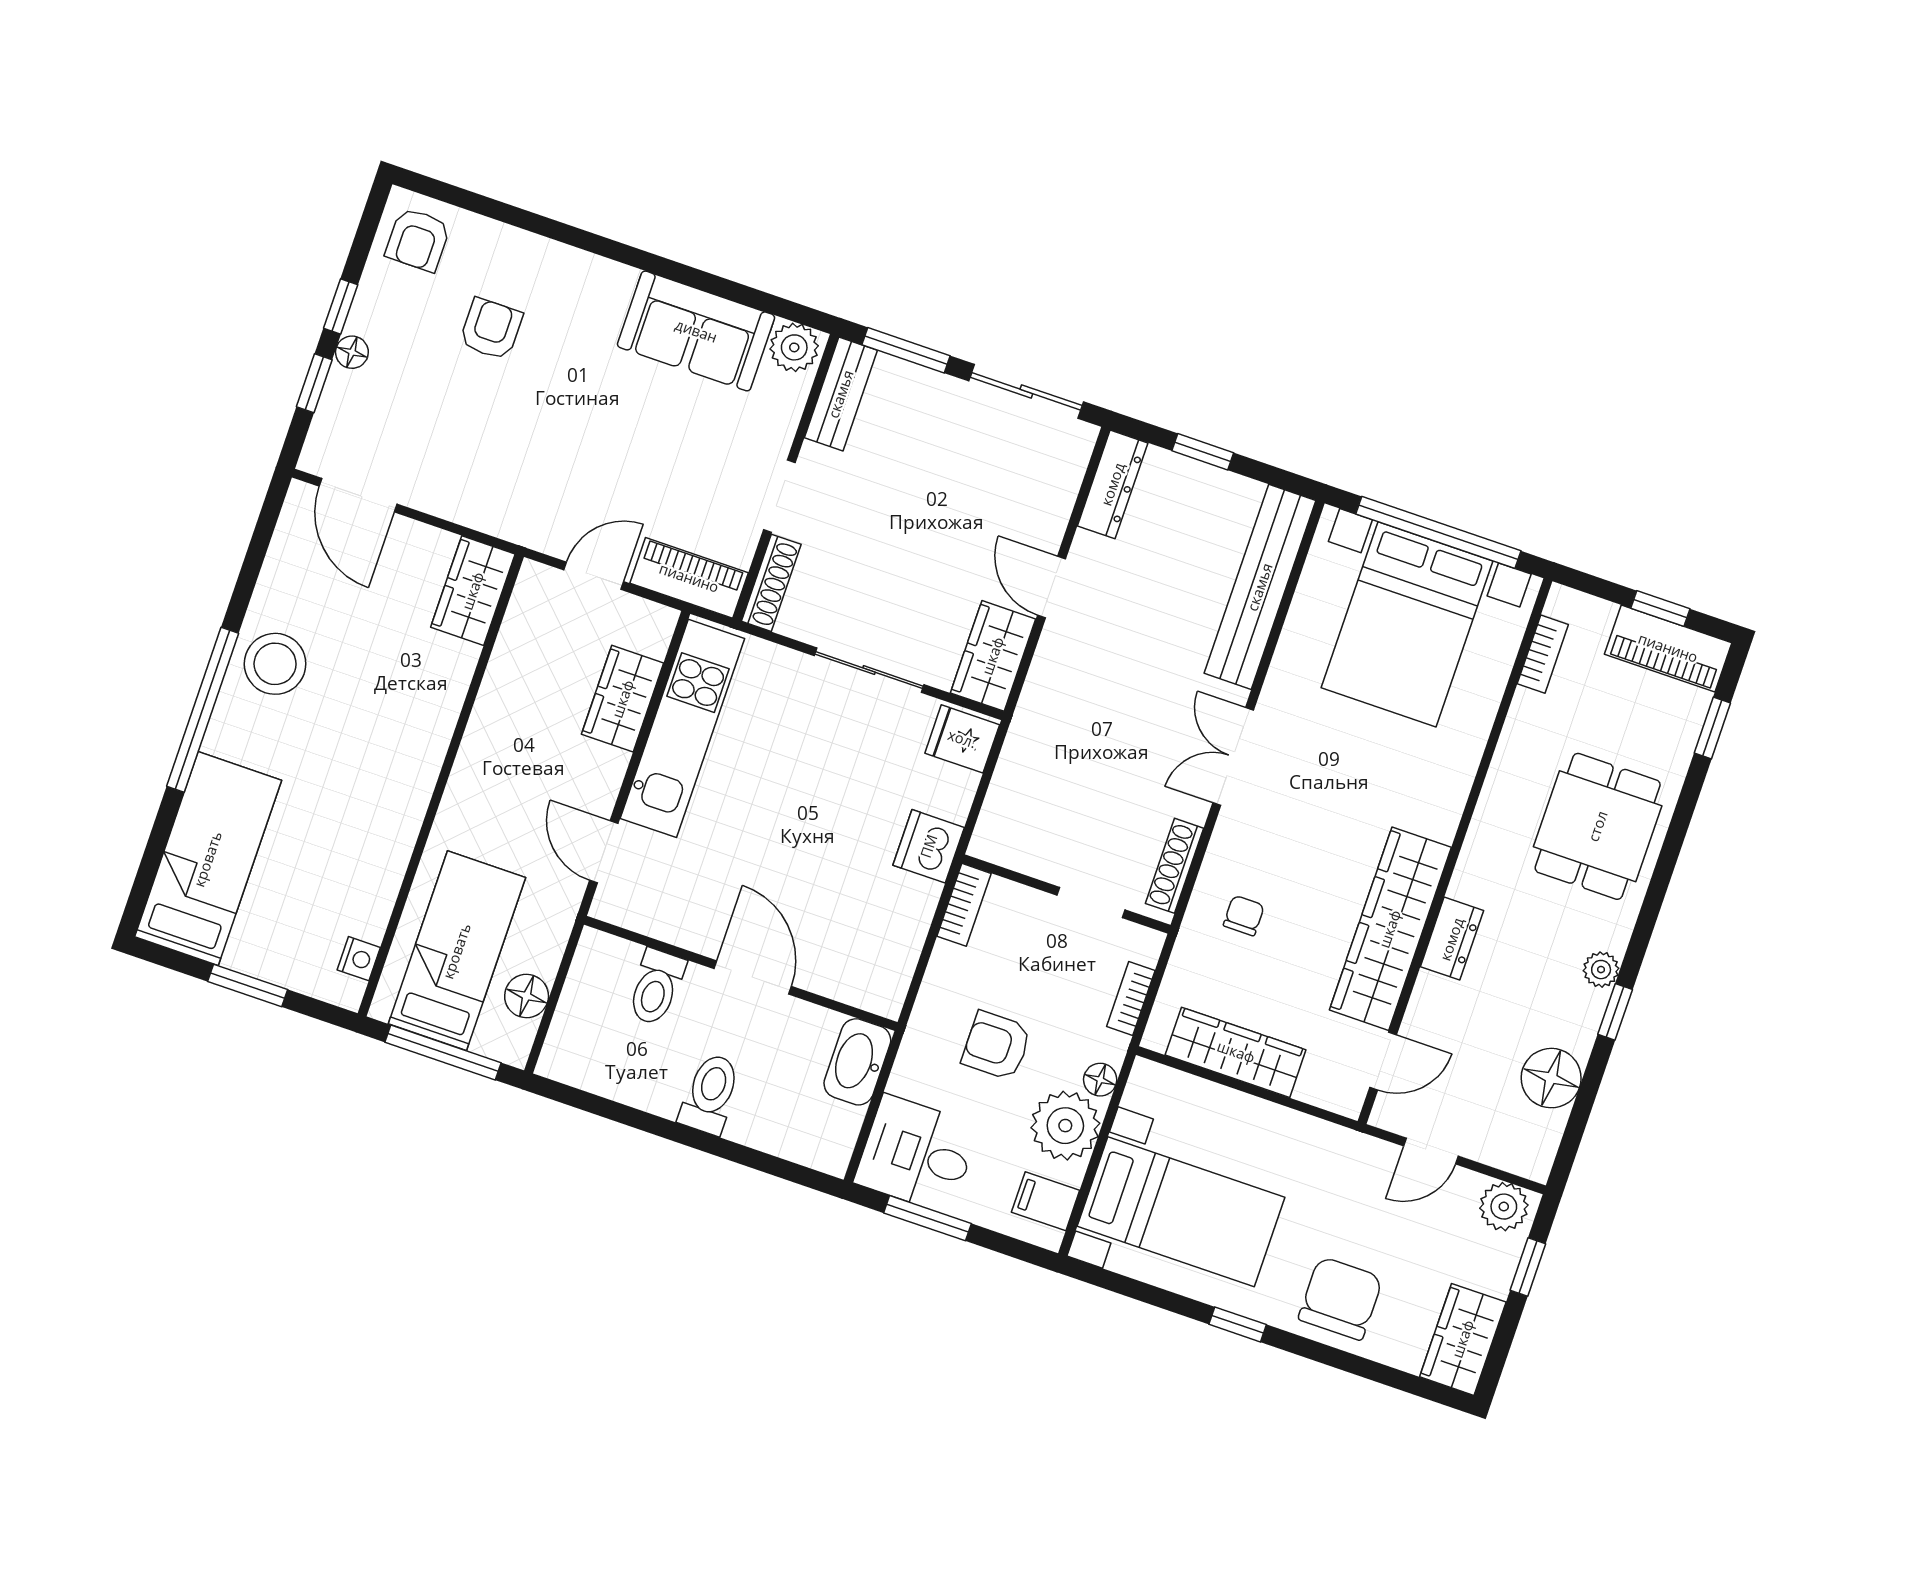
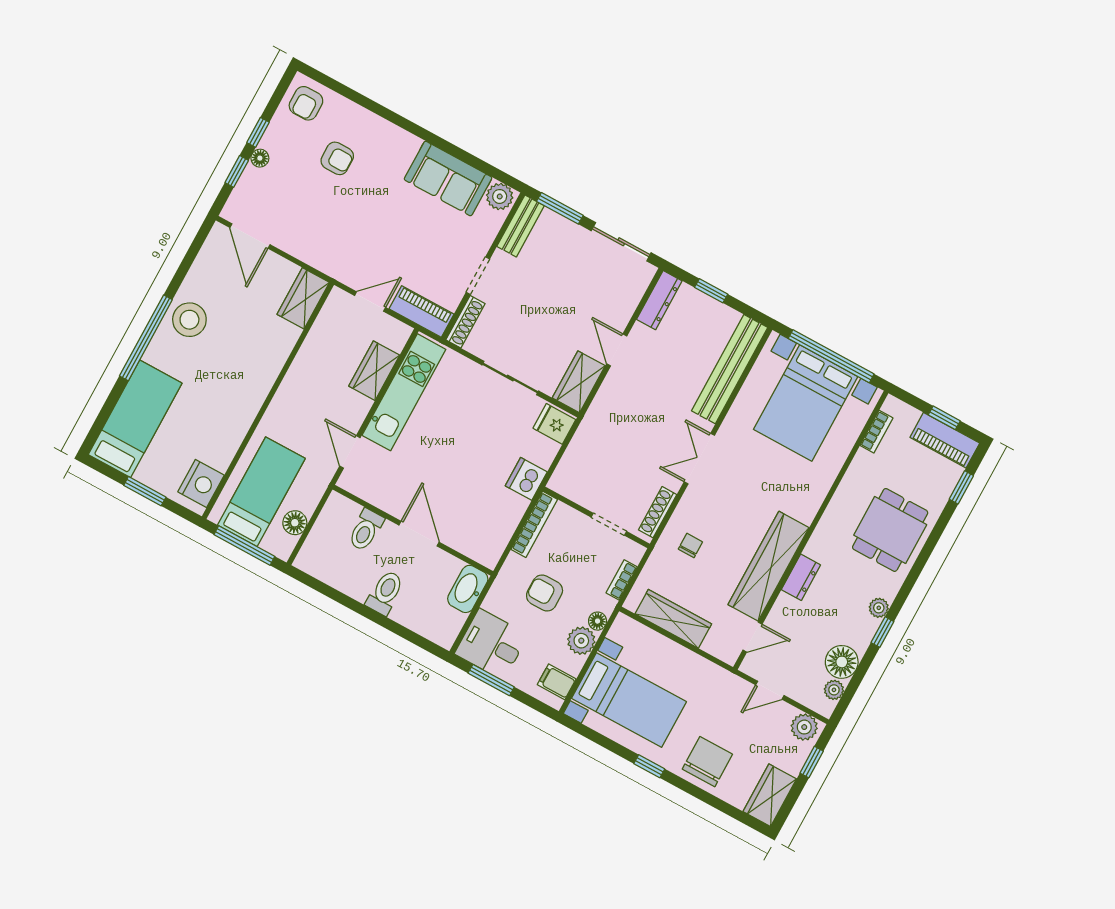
armchair: (491, 329) -> (337, 158), turned 90
bookcase: (964, 905) -> (534, 524), width x1.56
nightstand: (359, 959) -> (201, 483), width x1.89, depth x1.79
plant: (1065, 1126) -> (581, 641), width x0.73, depth x0.73
plant: (1546, 1131) -> (834, 690), added

